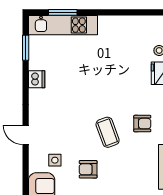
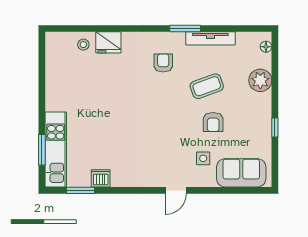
dishwasher: (37, 79) -> (101, 178), moved
coffee table: (108, 132) -> (207, 86), moved

